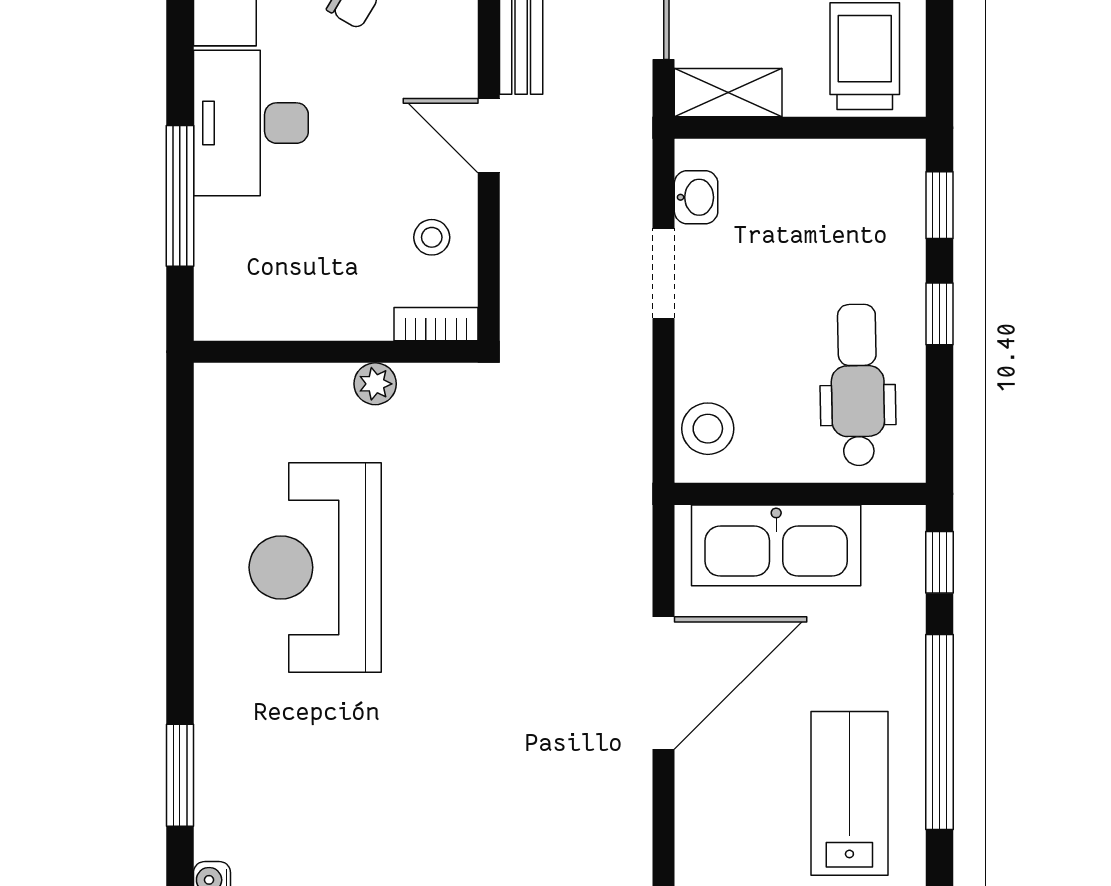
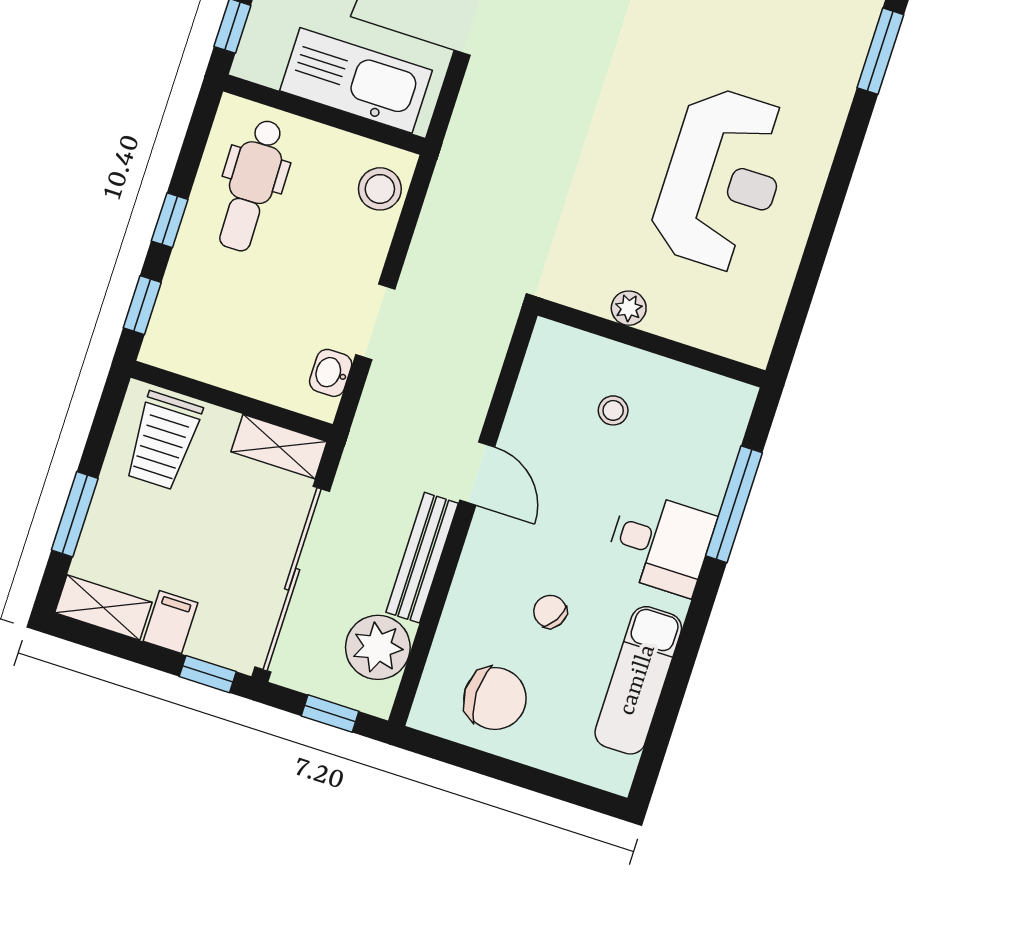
desk: (251, 123) -> (660, 543), width x0.73
stool: (432, 237) -> (613, 410), moved
bookcase: (436, 324) -> (566, 339), removed

